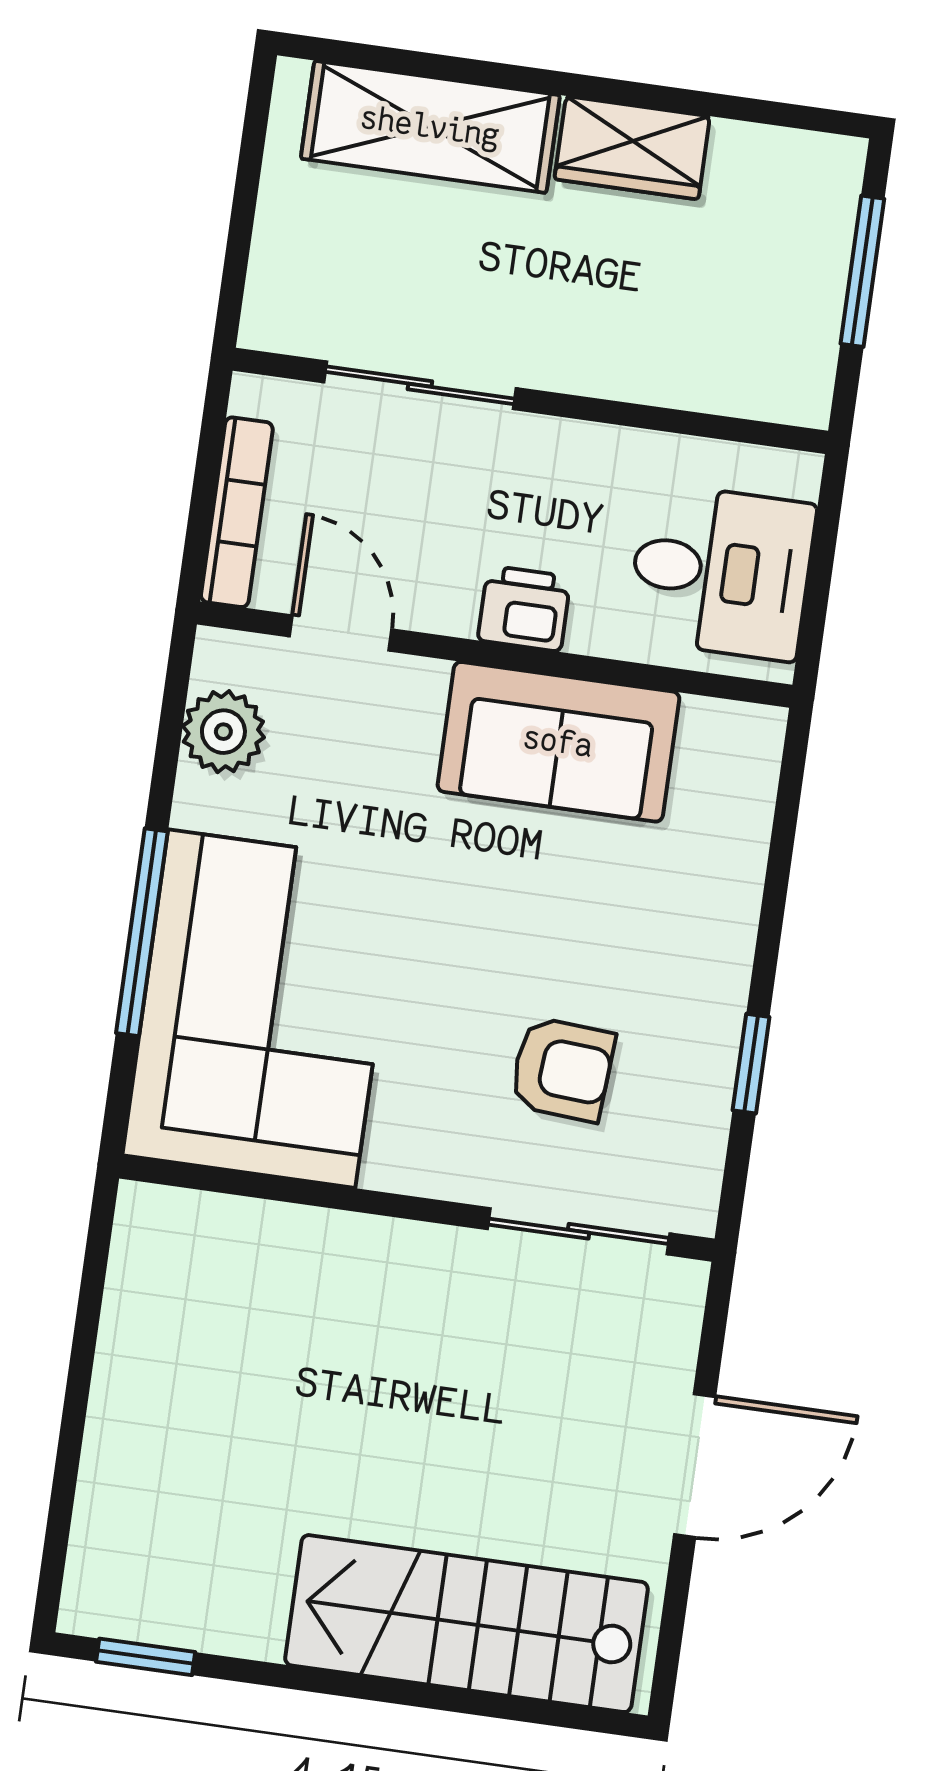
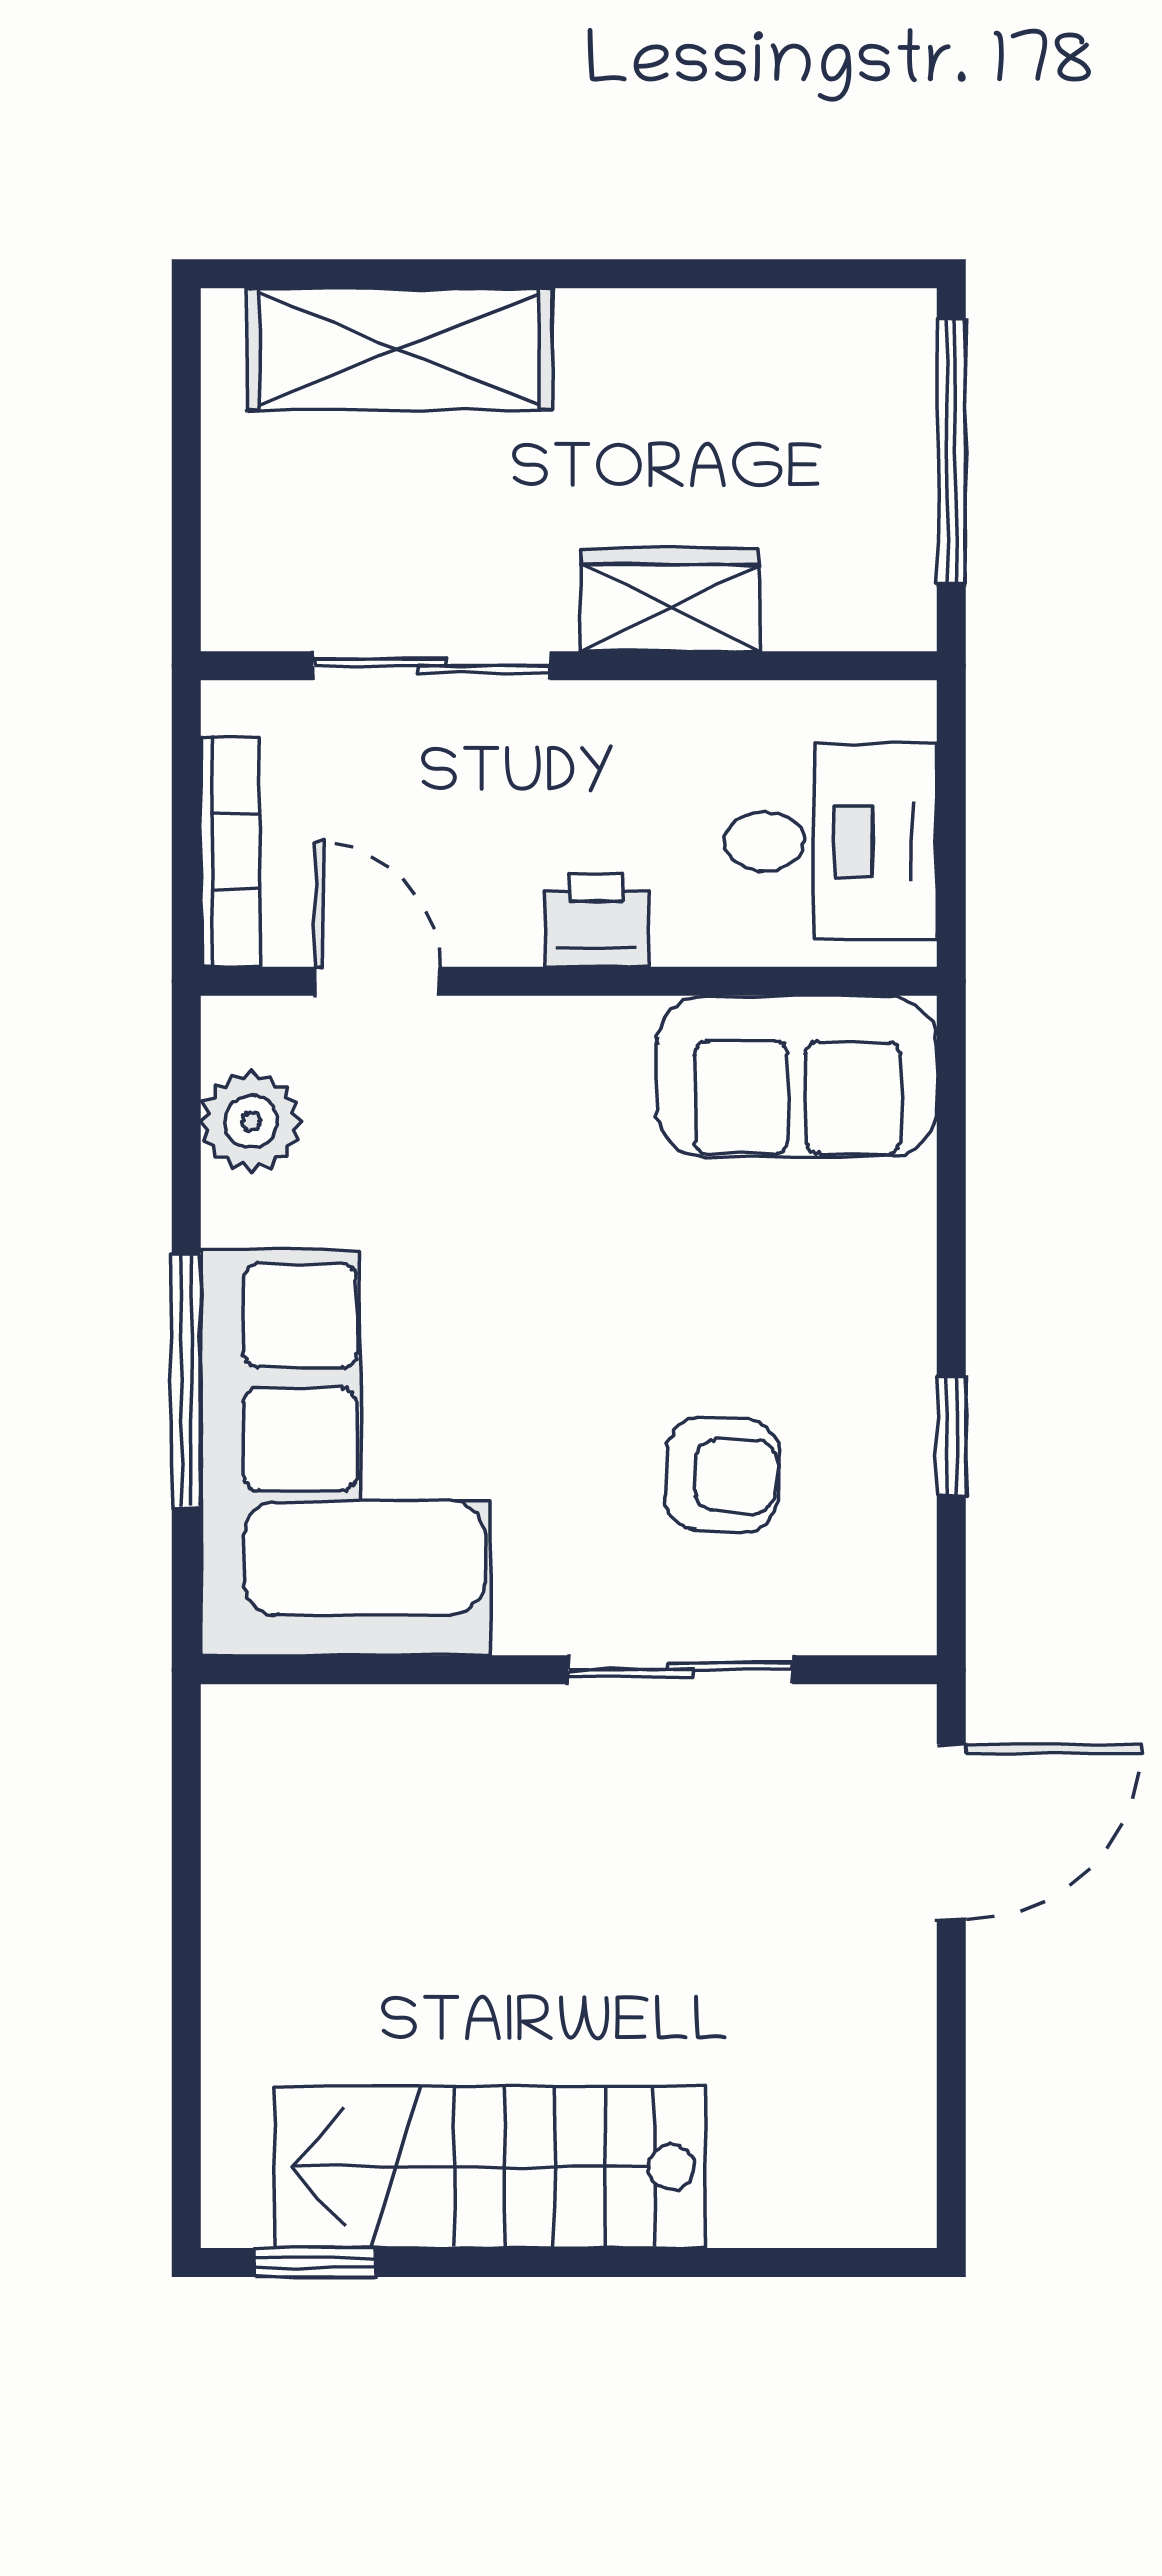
wardrobe: (632, 148) -> (670, 600), moved, turned 180
window: (862, 271) -> (951, 451), width x1.44
sofa: (558, 742) -> (797, 1076), moved
sliding door: (579, 1231) -> (680, 1670), moved
door: (695, 1466) -> (951, 1832), moved
stairs: (466, 1624) -> (490, 2167), moved

